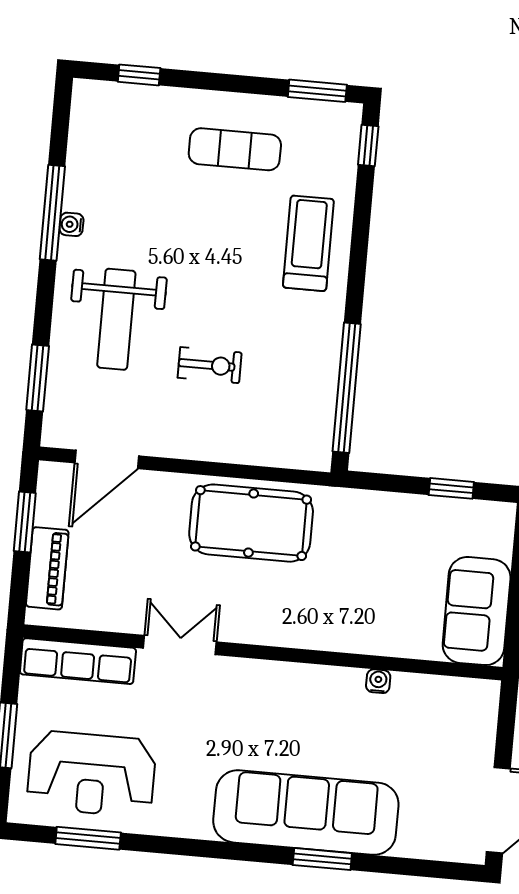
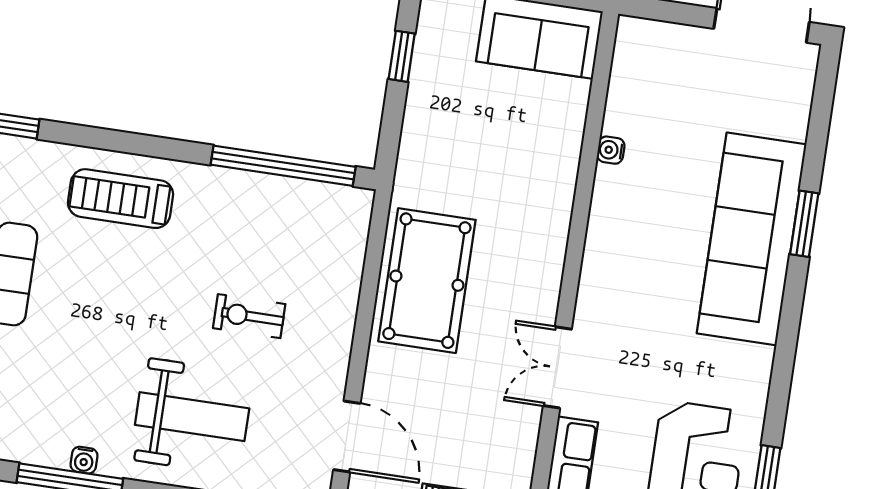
exercise bike: (210, 365) -> (249, 316), turned -90

